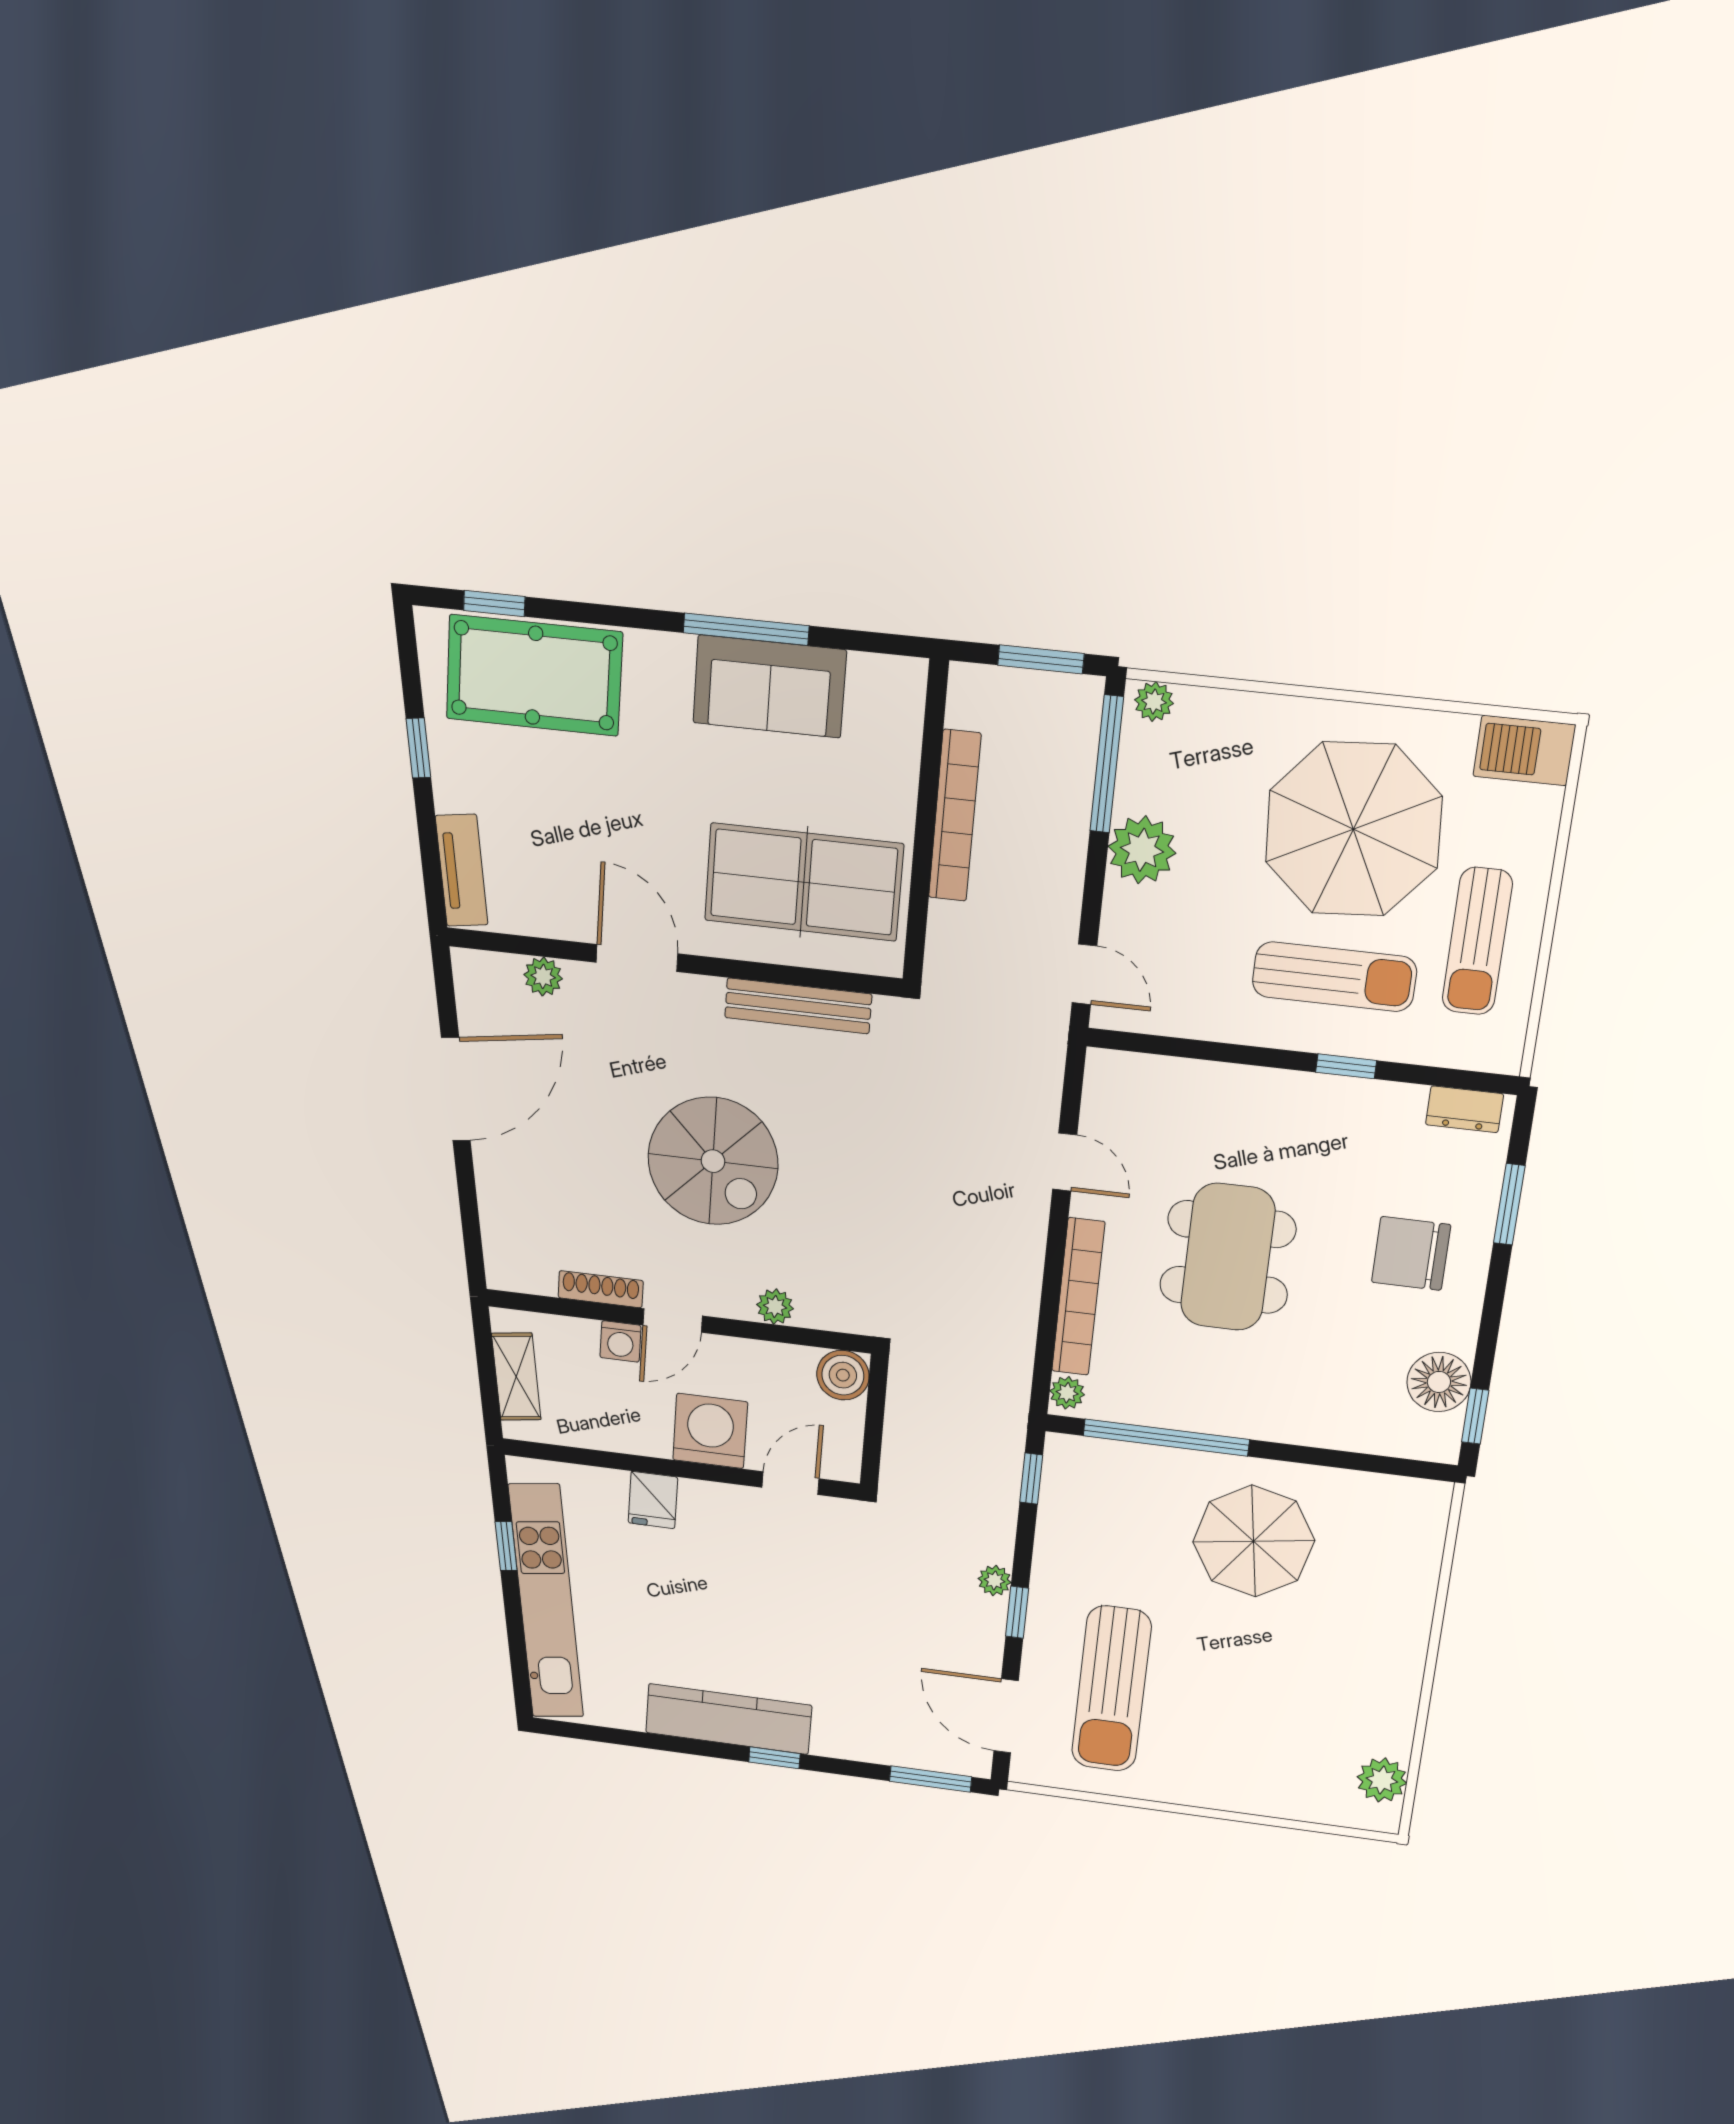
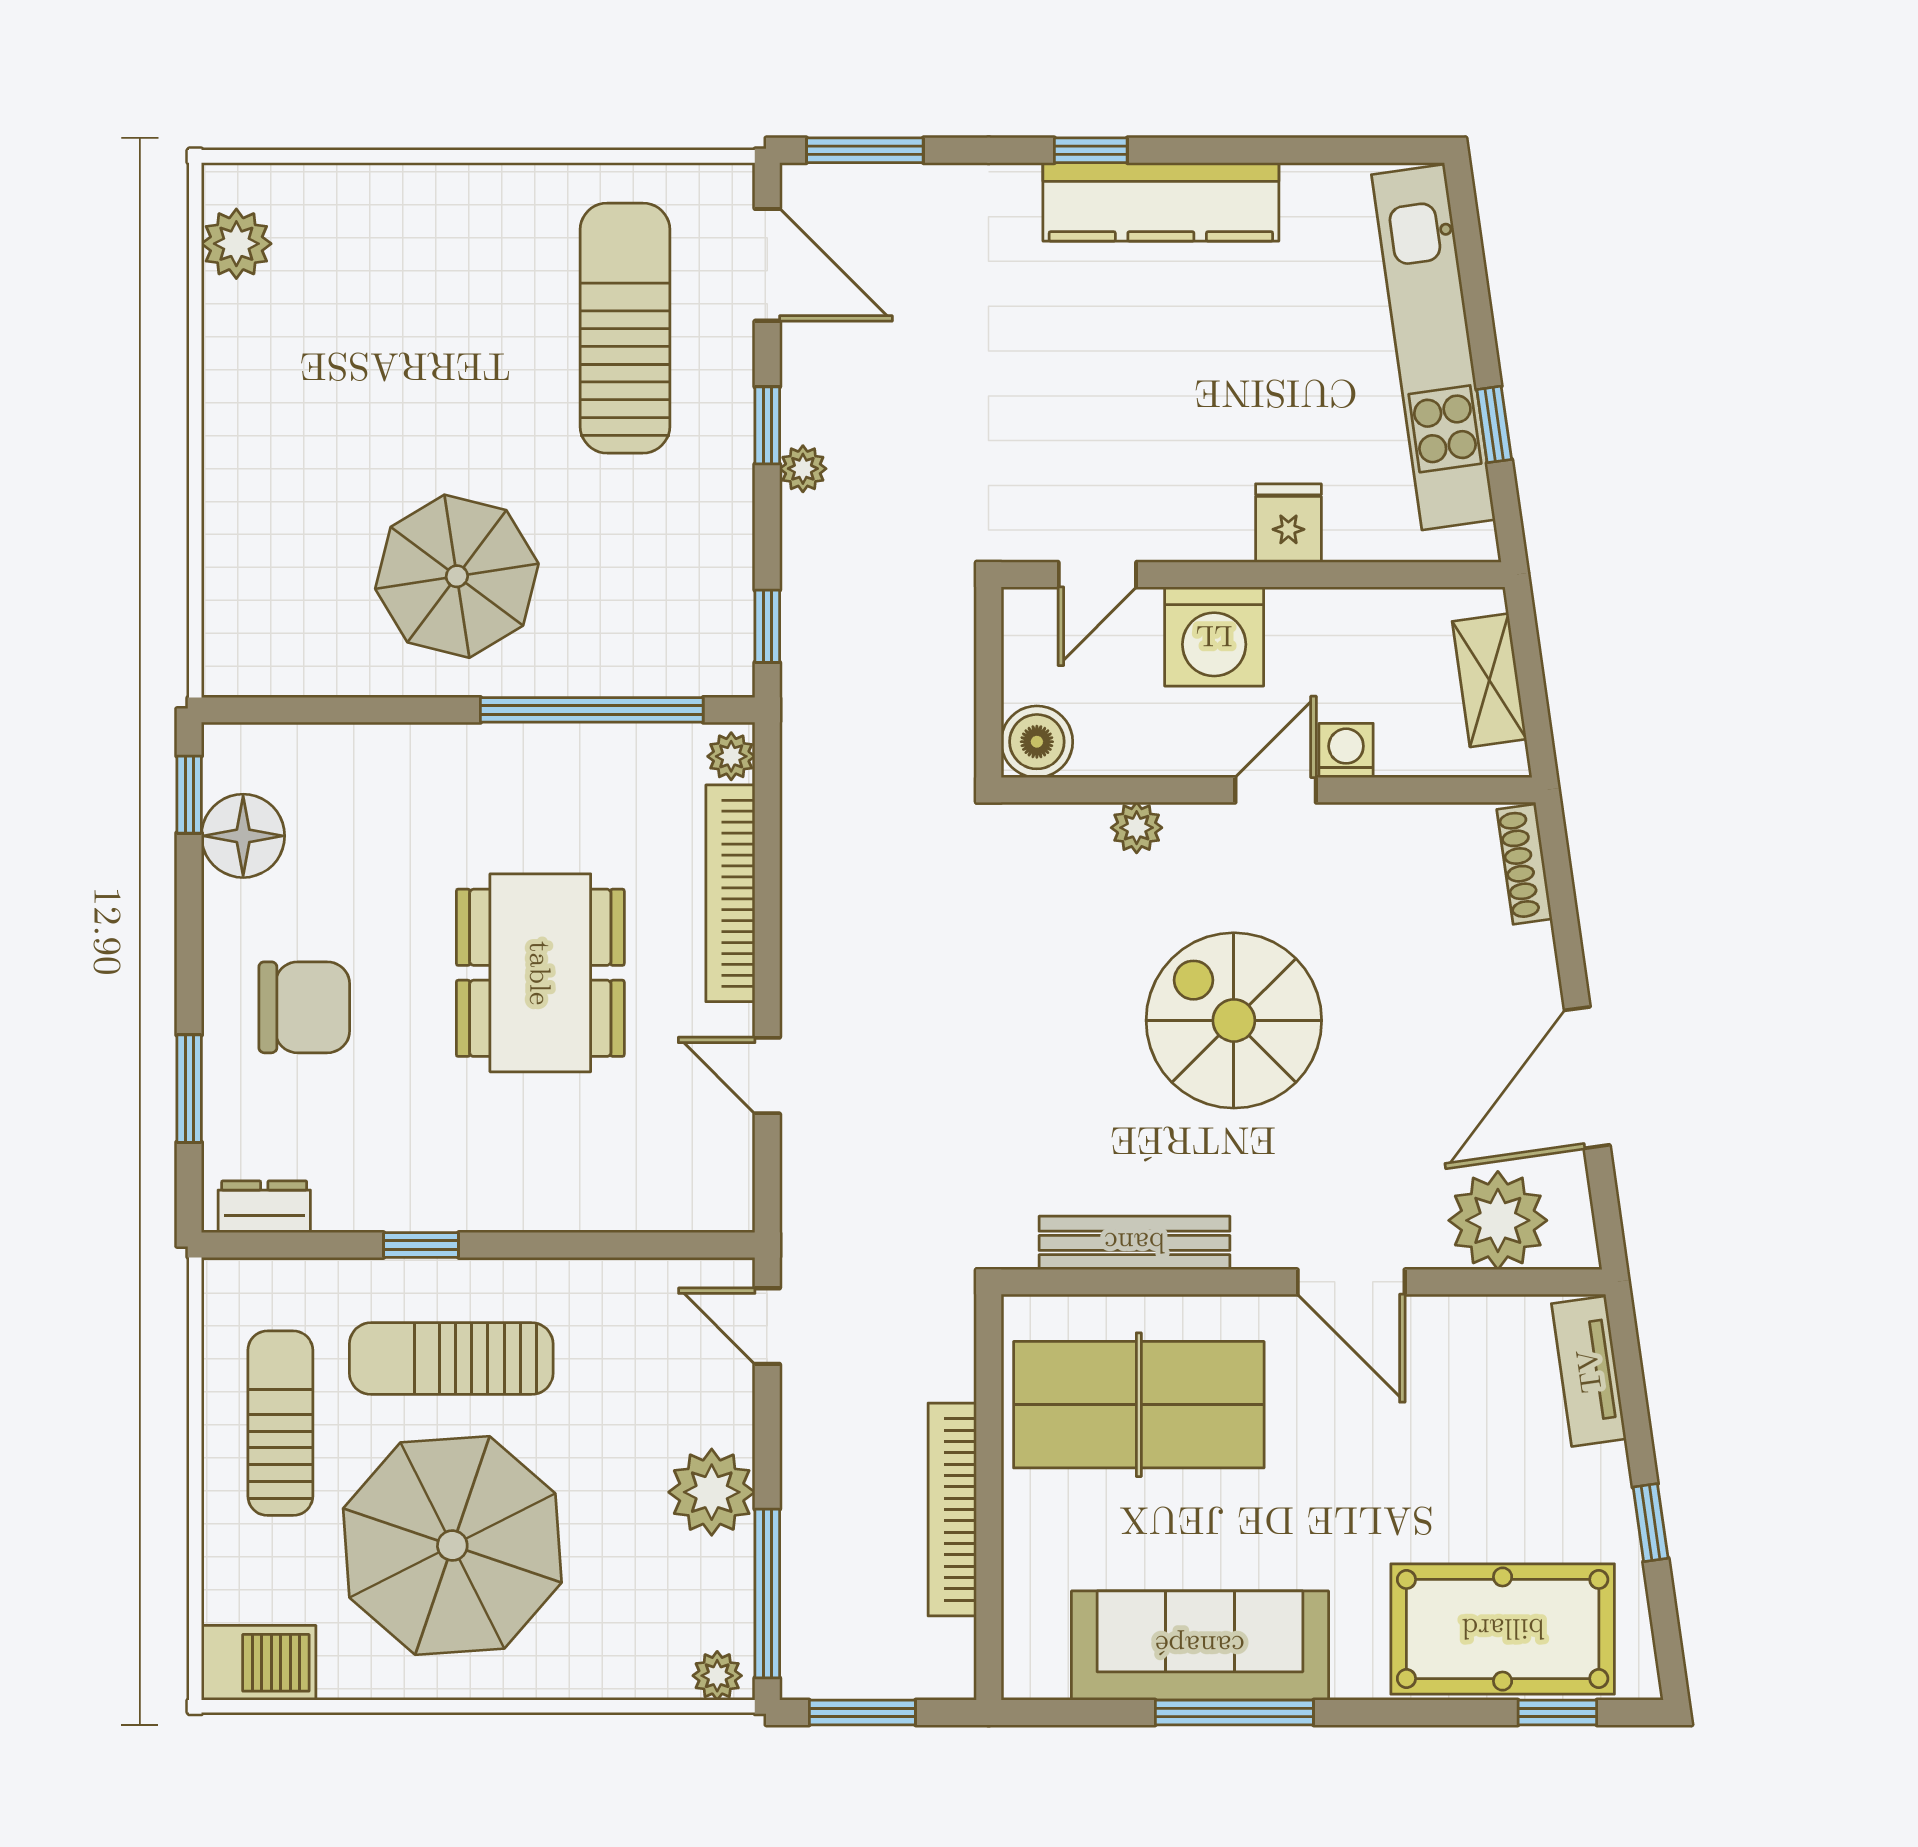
sofa: (770, 686) -> (1200, 1646), width x1.36
plant: (543, 977) -> (1498, 1220), width x1.87, depth x1.87
shoe rack: (601, 1289) -> (1524, 864), moved, turned 82

